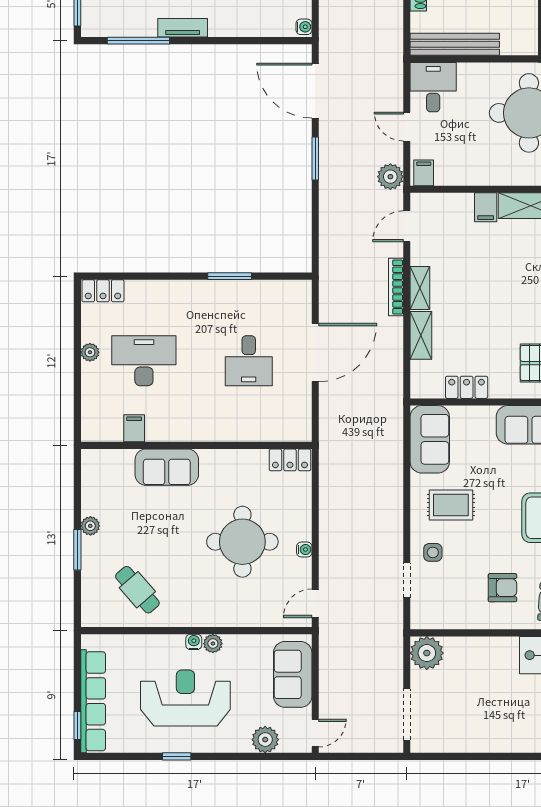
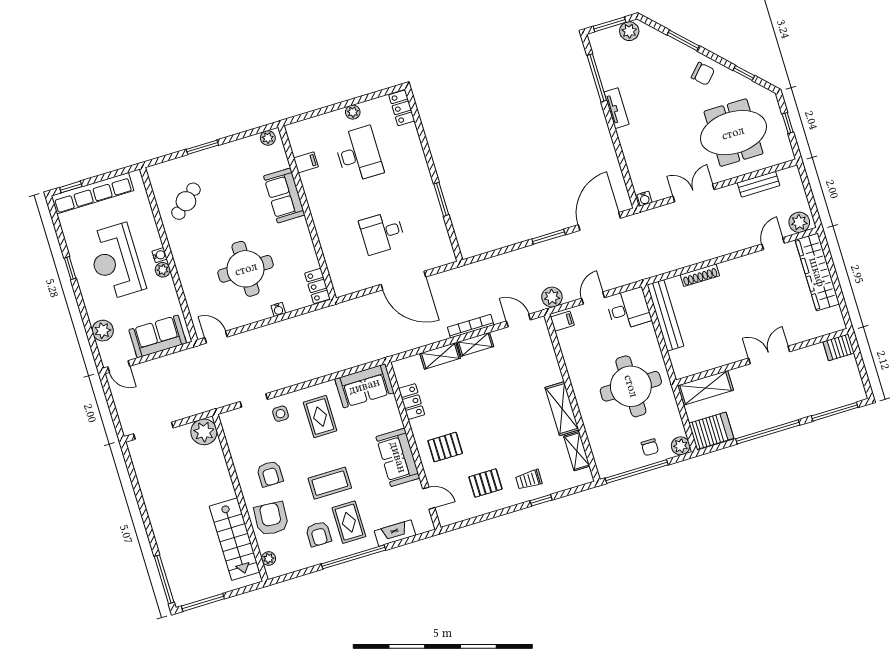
filing cabinet: (486, 207) -> (550, 375), removed
plant: (90, 526) -> (268, 138), moved
water cooler: (304, 549) -> (278, 309), moved
reception desk: (185, 698) -> (116, 262), turned 180

